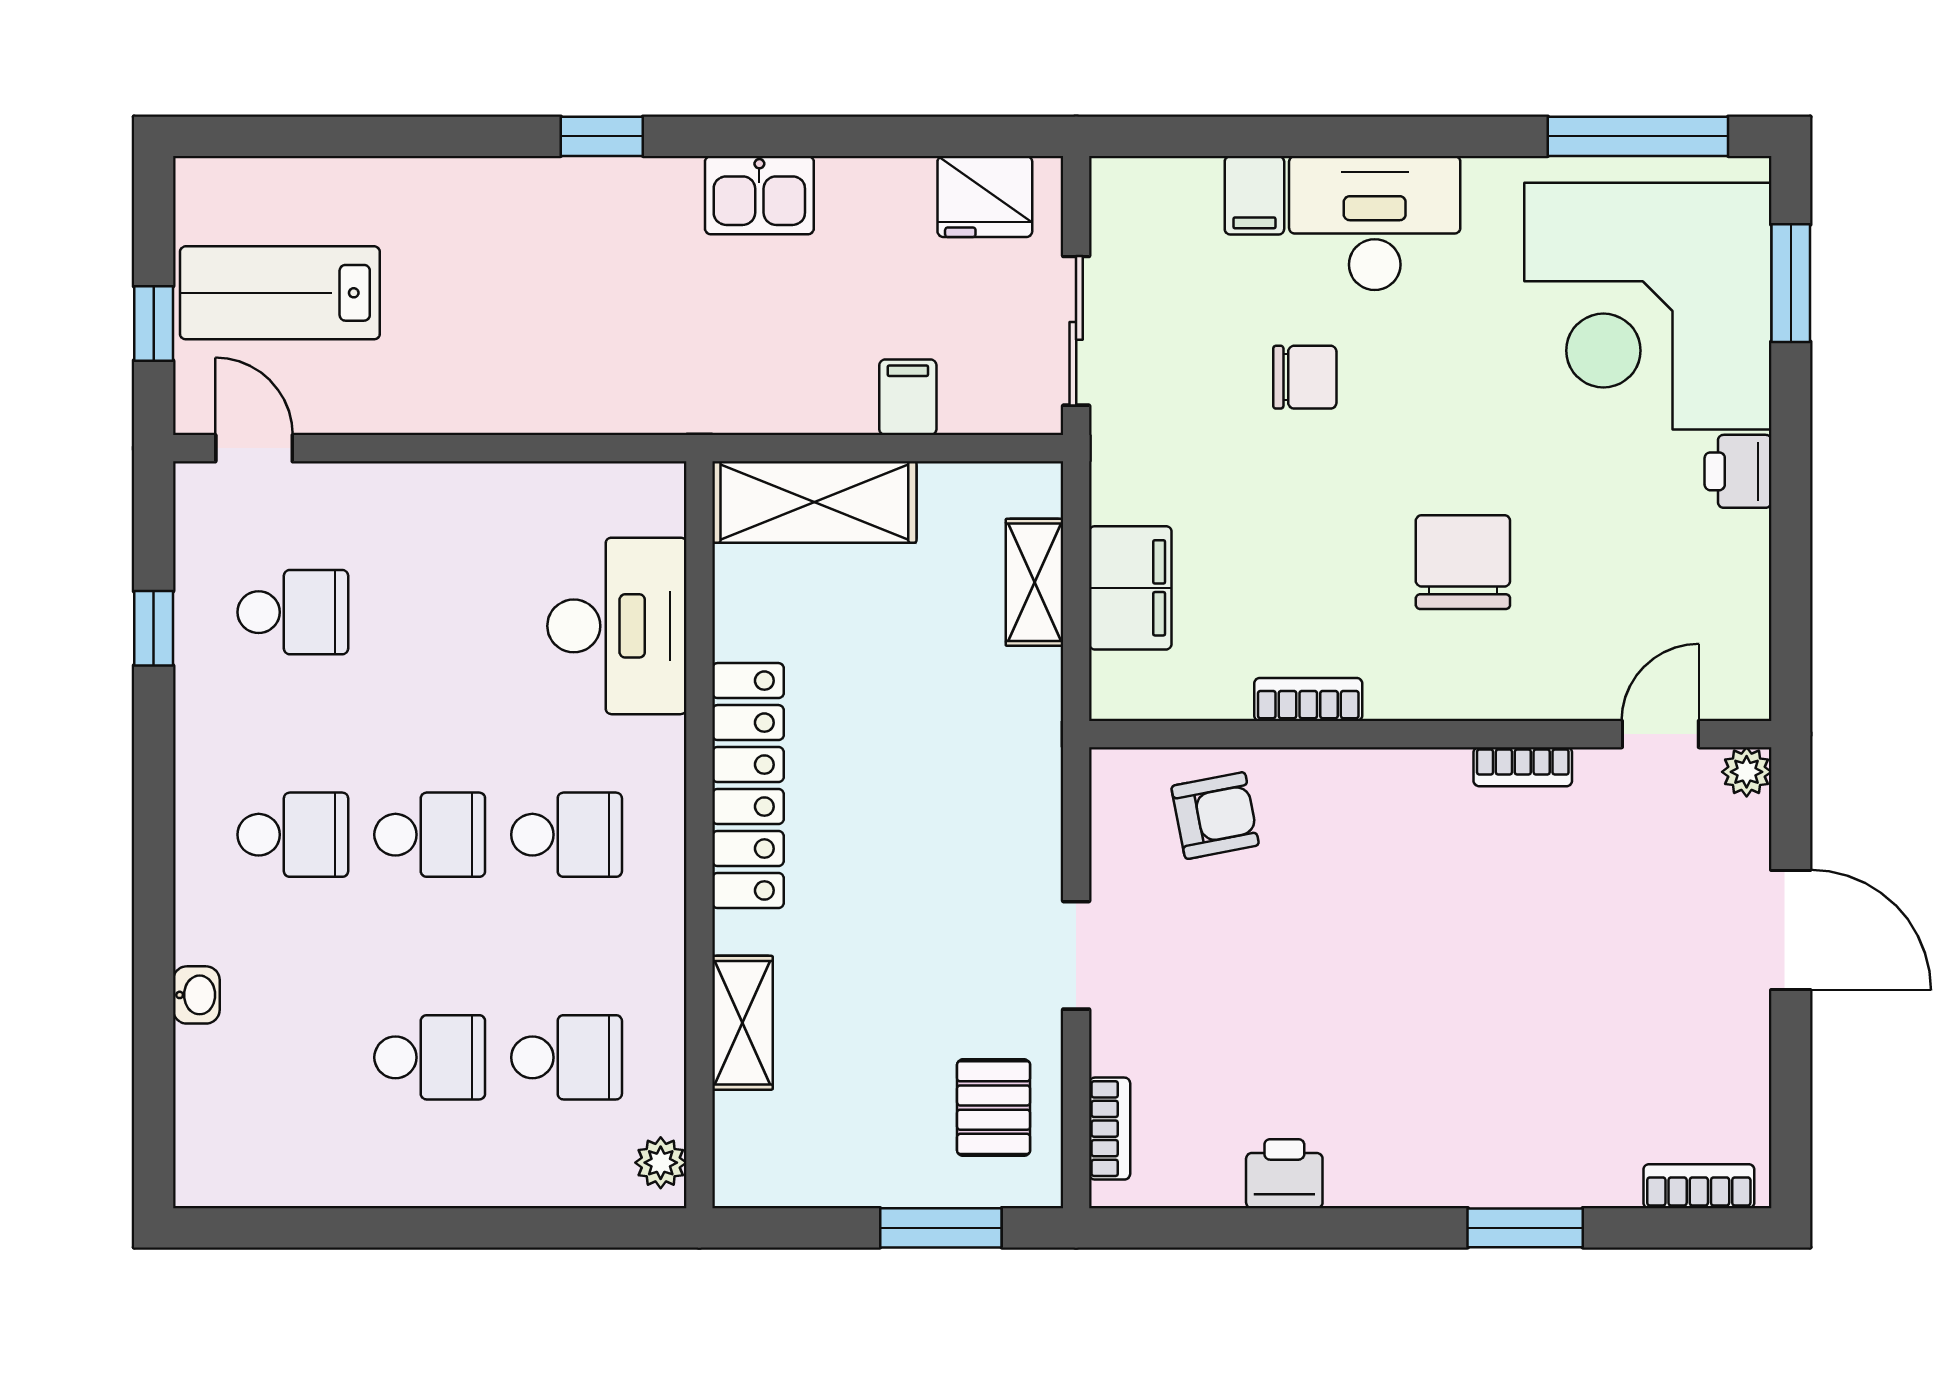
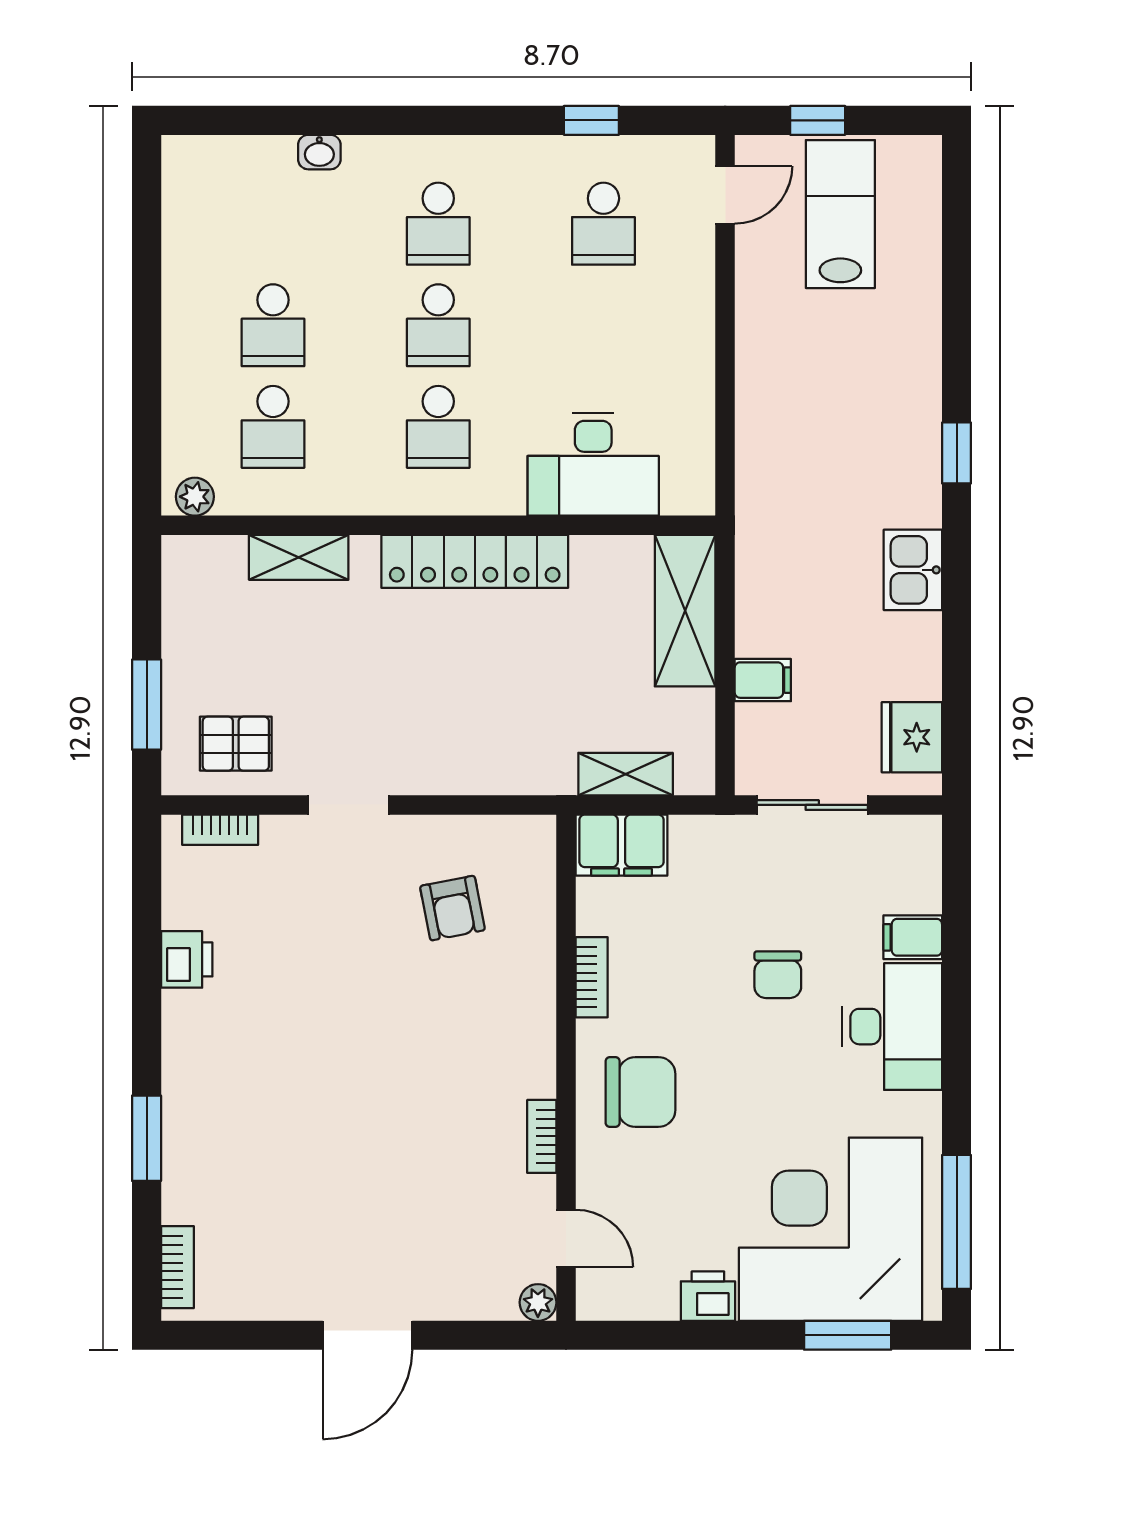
bookcase: (1308, 699) -> (592, 977), moved
wall: (1430, 734) -> (566, 1068), moved
door: (1660, 734) -> (566, 1239), moved
bookcase: (1523, 767) -> (542, 1136), moved
plant: (1747, 772) -> (538, 1302), moved

